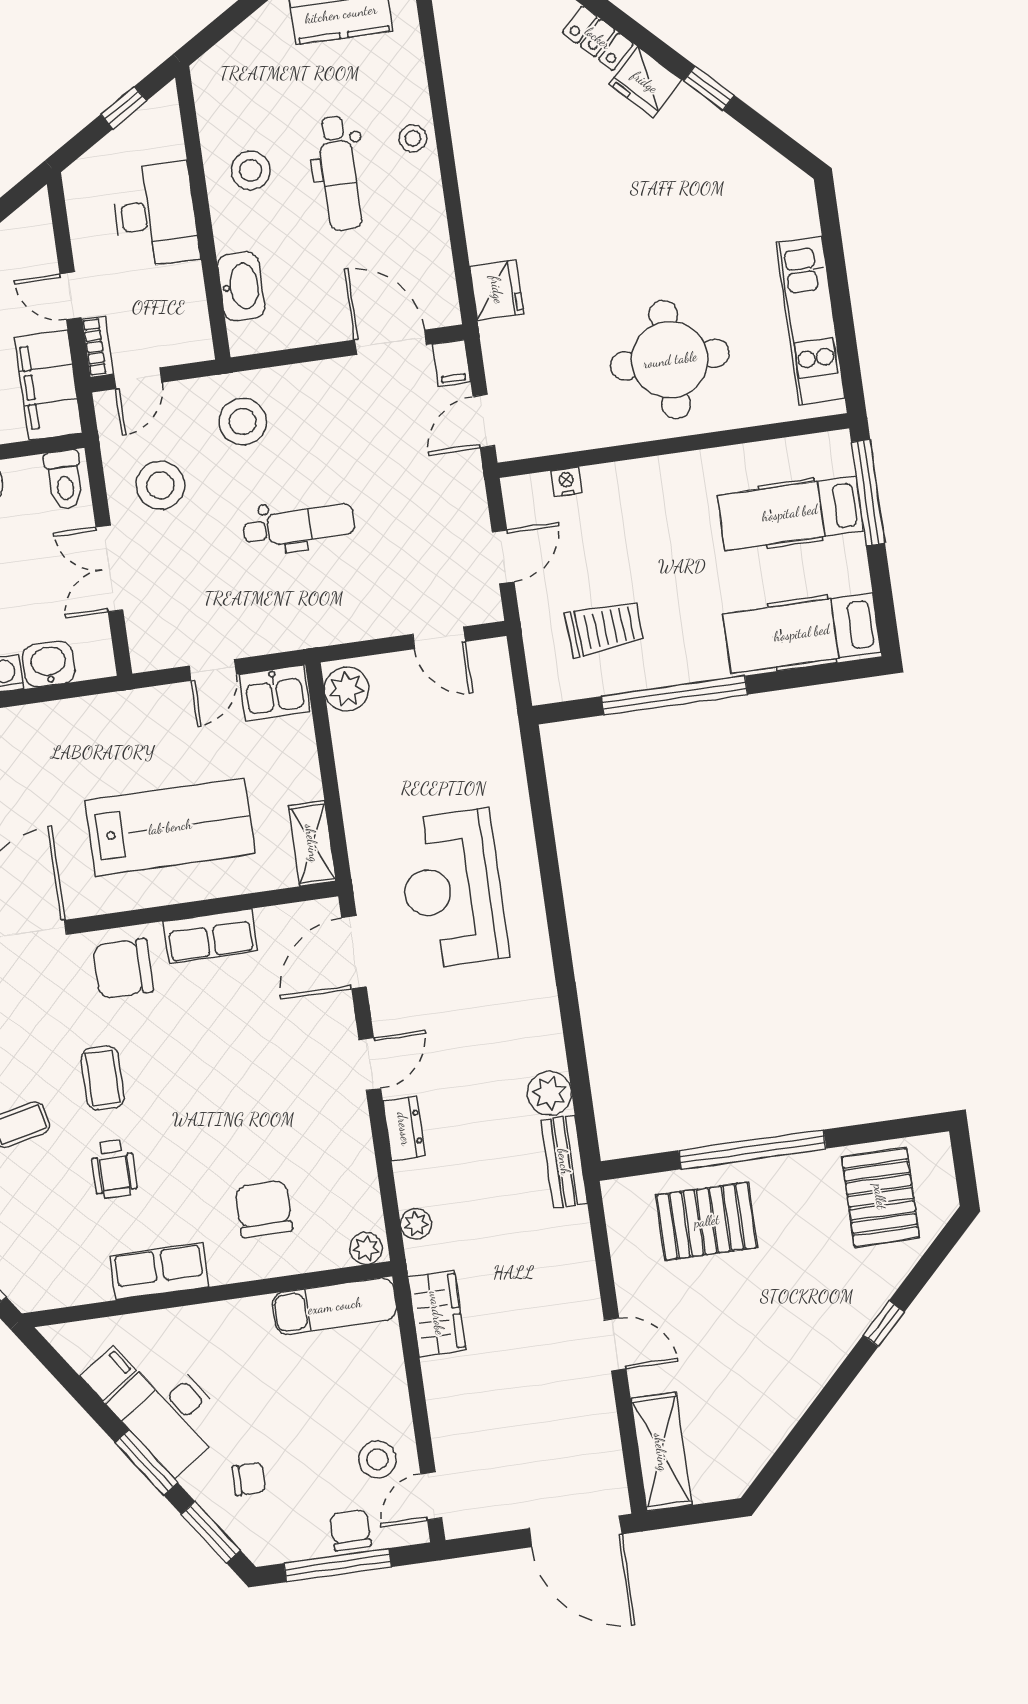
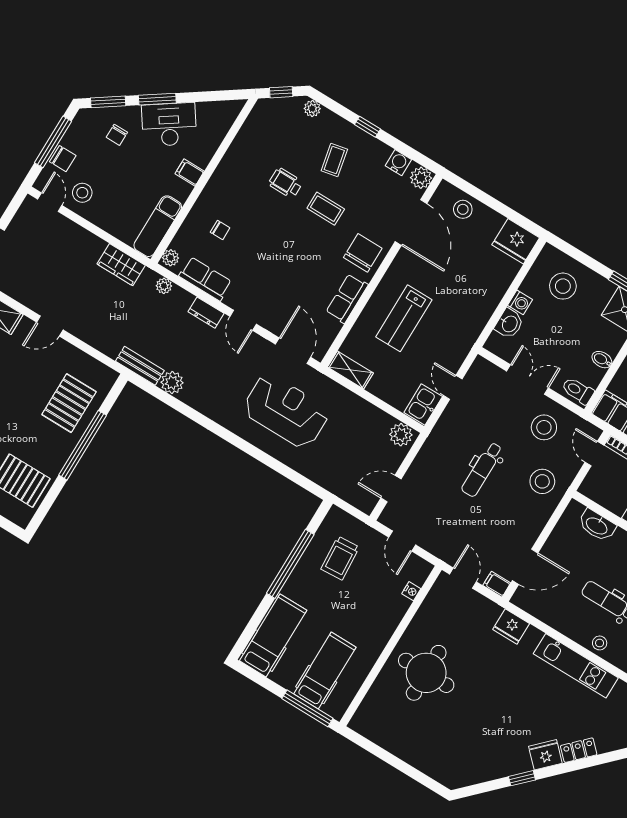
kitchen unit: (811, 321) -> (576, 666), moved, turned 180
lab bench: (170, 827) -> (404, 318), width x0.73, depth x0.72
chair: (264, 1209) -> (220, 230), width x0.54, depth x0.54
row of seats: (159, 1271) -> (205, 279), moved, turned -90
filing cabinet: (108, 1373) -> (190, 173), moved, turned 125

